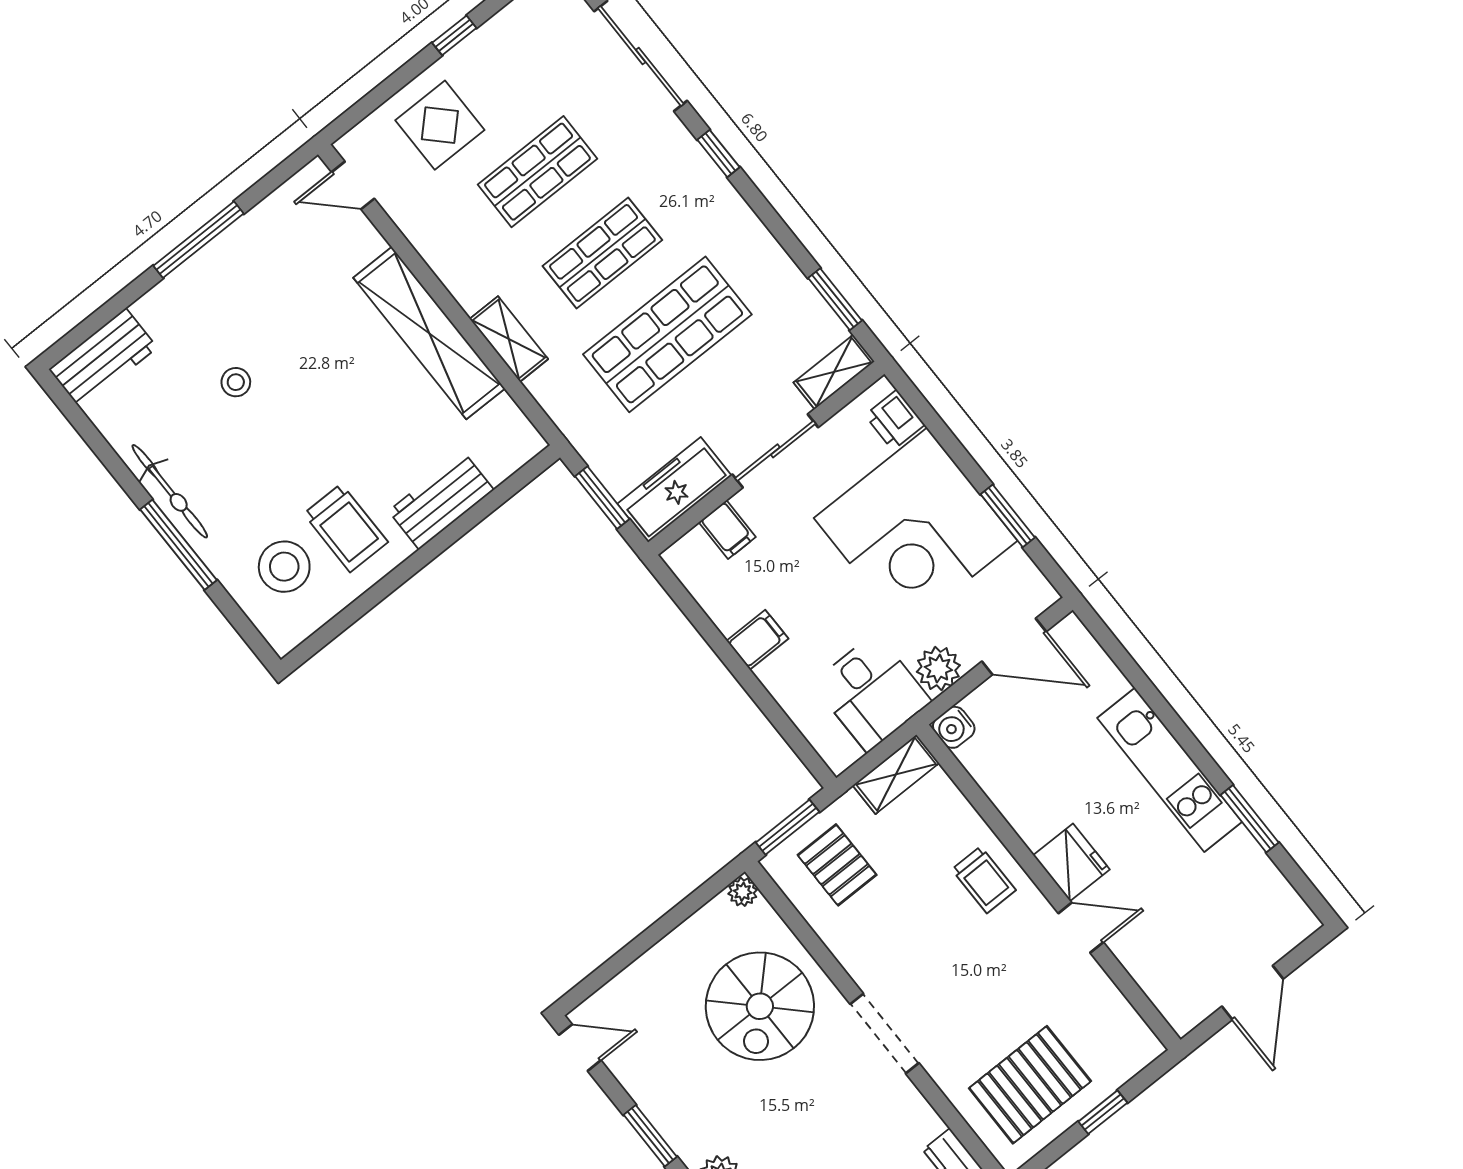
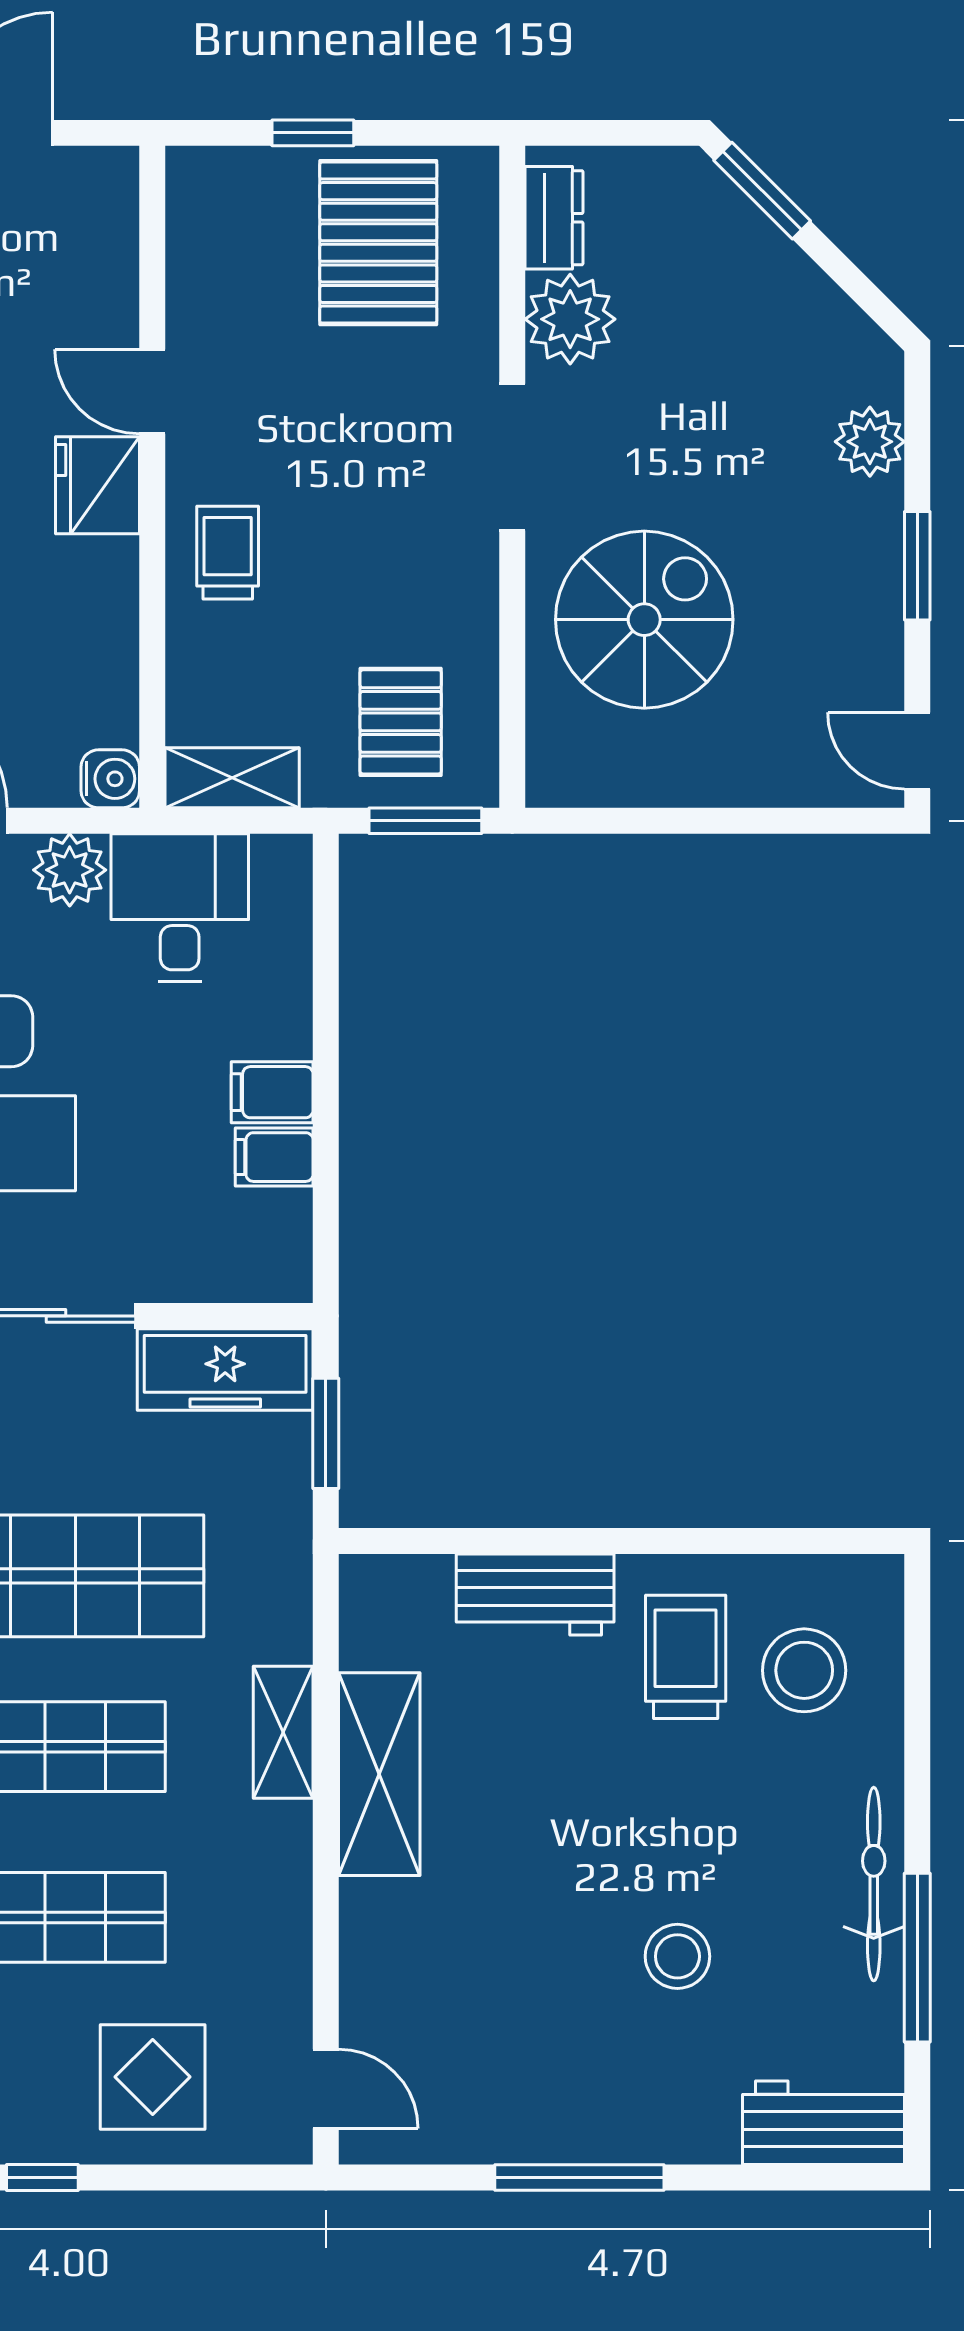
shelving: (429, 333) -> (379, 1774), width x0.68
stool: (236, 382) -> (677, 1956), width x1.37, depth x1.37
filing cabinet: (727, 530) -> (274, 1157), moved, turned -90
window: (178, 545) -> (917, 1958), moved
plant: (743, 892) -> (570, 319), moved, width x1.87, depth x1.87
pallet: (1030, 1085) -> (378, 243), turned 90

